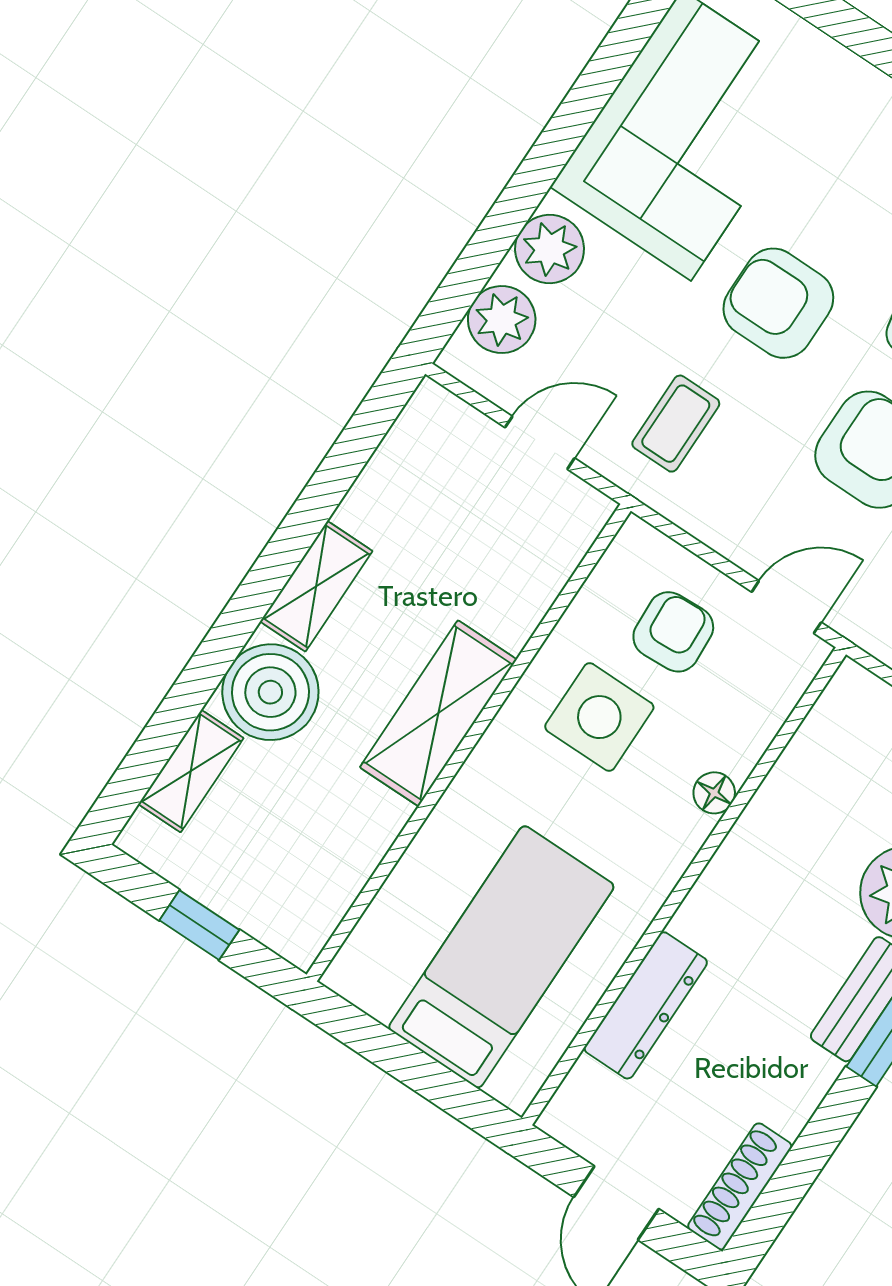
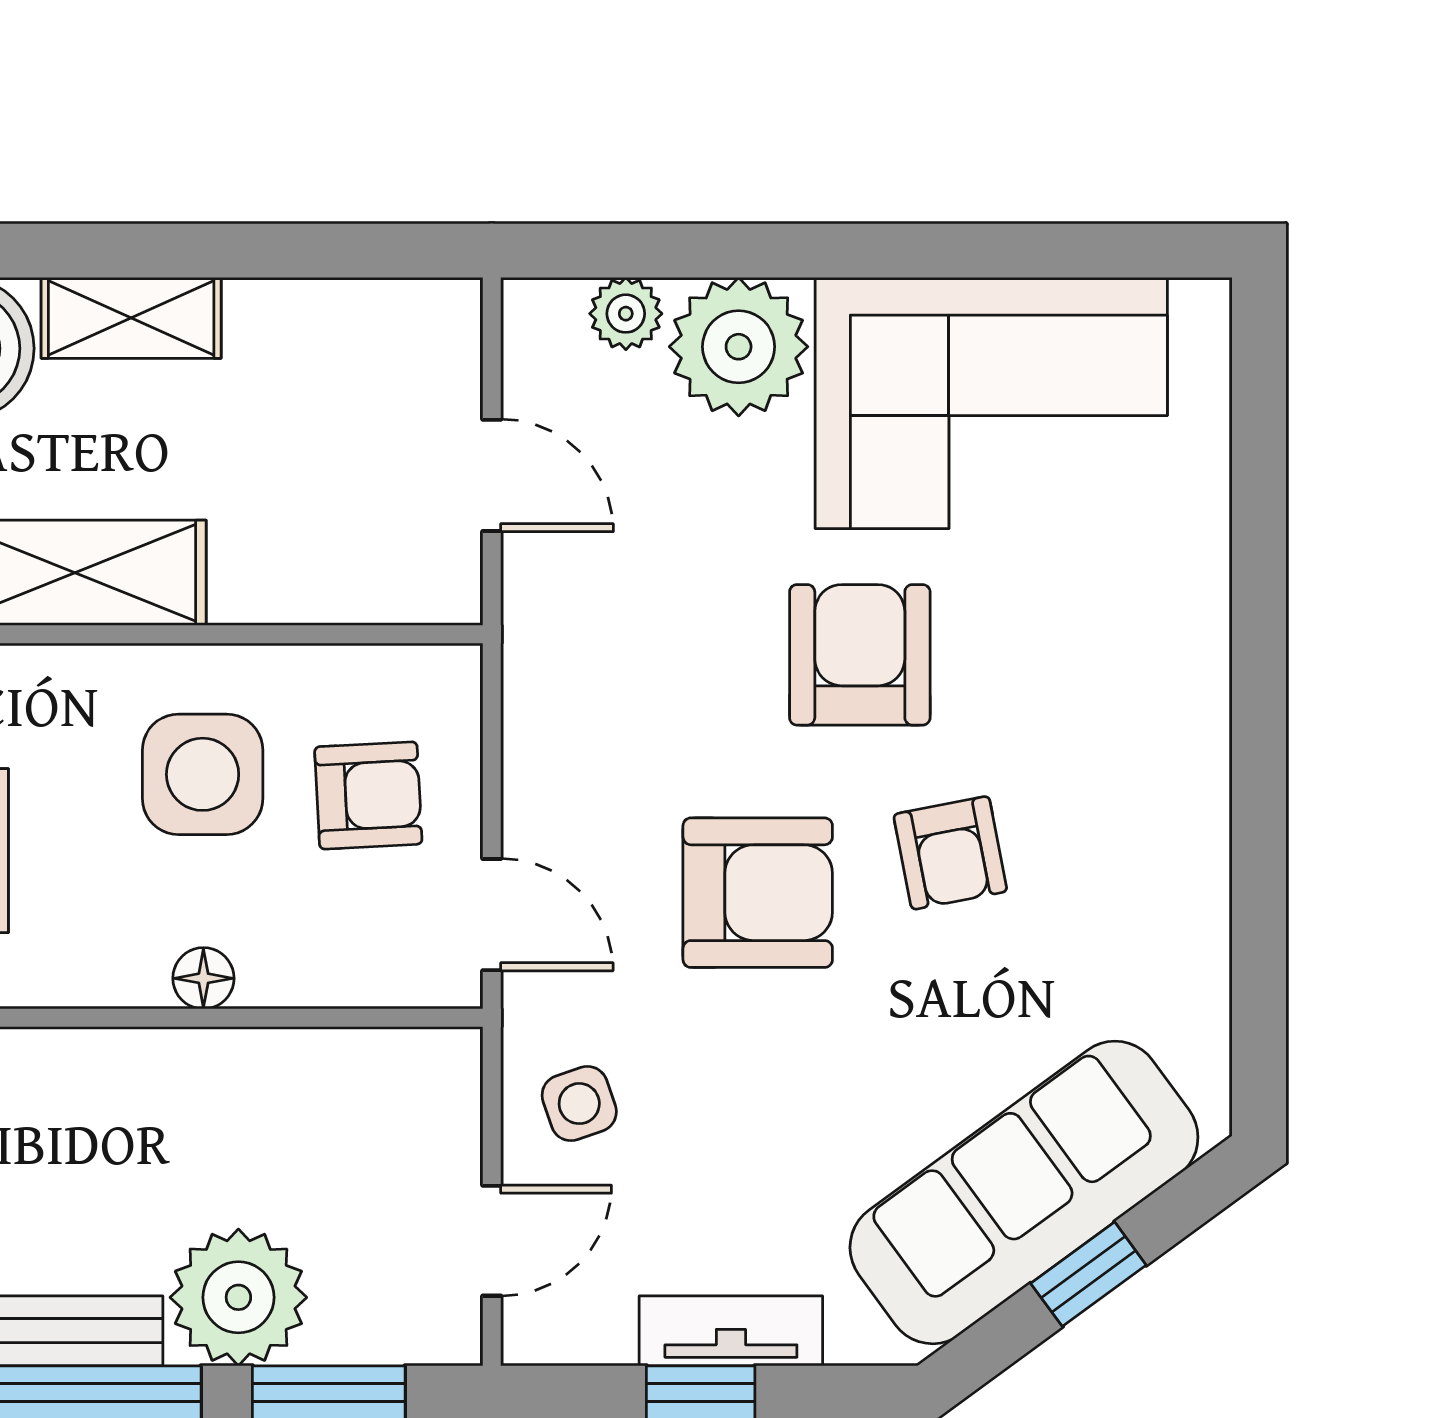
plant: (550, 249) -> (739, 347), width x1.36, depth x1.36
plant: (502, 320) -> (626, 314), width x0.73, depth x0.73
coffee table: (676, 424) -> (627, 627), removed

